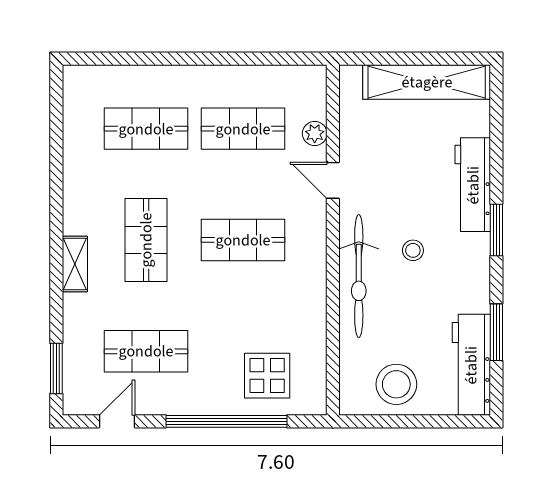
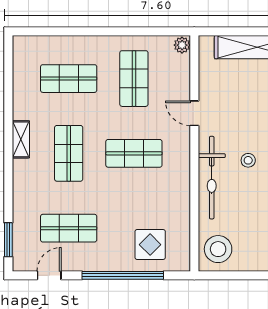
shop shelf: (243, 129) -> (134, 79), turned 90
plant: (315, 133) -> (182, 45), moved
shelving: (75, 264) -> (21, 139), moved
stool: (396, 384) -> (218, 249), moved

